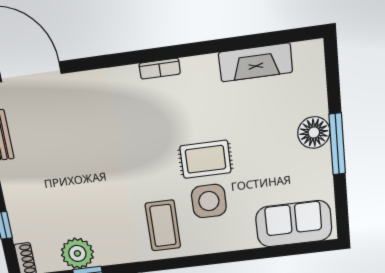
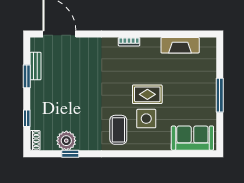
floor lamp: (314, 133) -> (208, 87), removed

